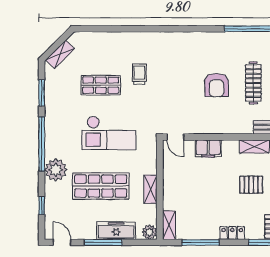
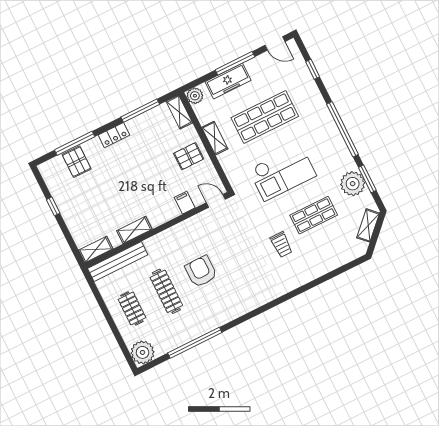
checkout: (109, 133) -> (283, 173), turned 180
filing cabinet: (208, 148) -> (185, 203), width x0.50
plant: (56, 170) -> (353, 184), moved
pallet: (251, 185) -> (189, 156), moved

